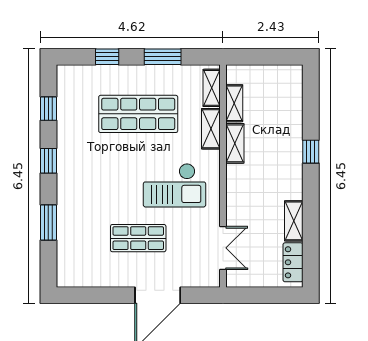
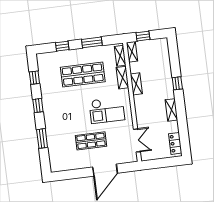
window: (258, 57) -> (143, 36), added
shelving: (234, 103) -> (132, 52), moved
shelving: (294, 221) -> (171, 110), moved

